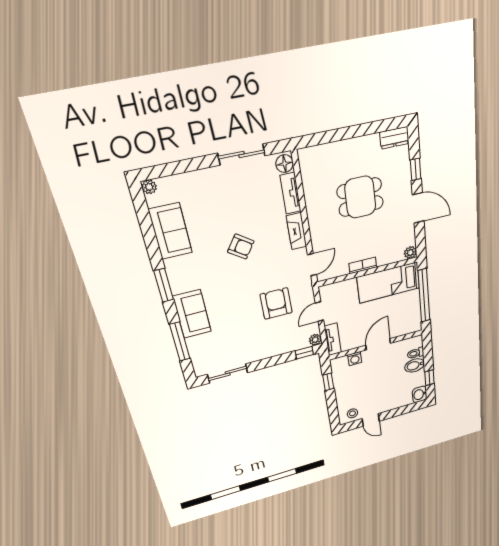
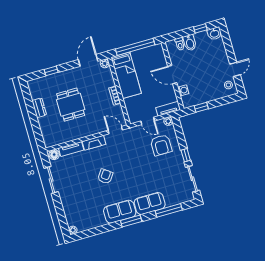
dresser: (394, 138) -> (39, 108), moved
door: (418, 208) -> (88, 60), moved
sofa: (170, 231) -> (120, 212), moved
armchair: (276, 303) -> (161, 145), moved, turned -90
window: (304, 353) -> (186, 155), moved

